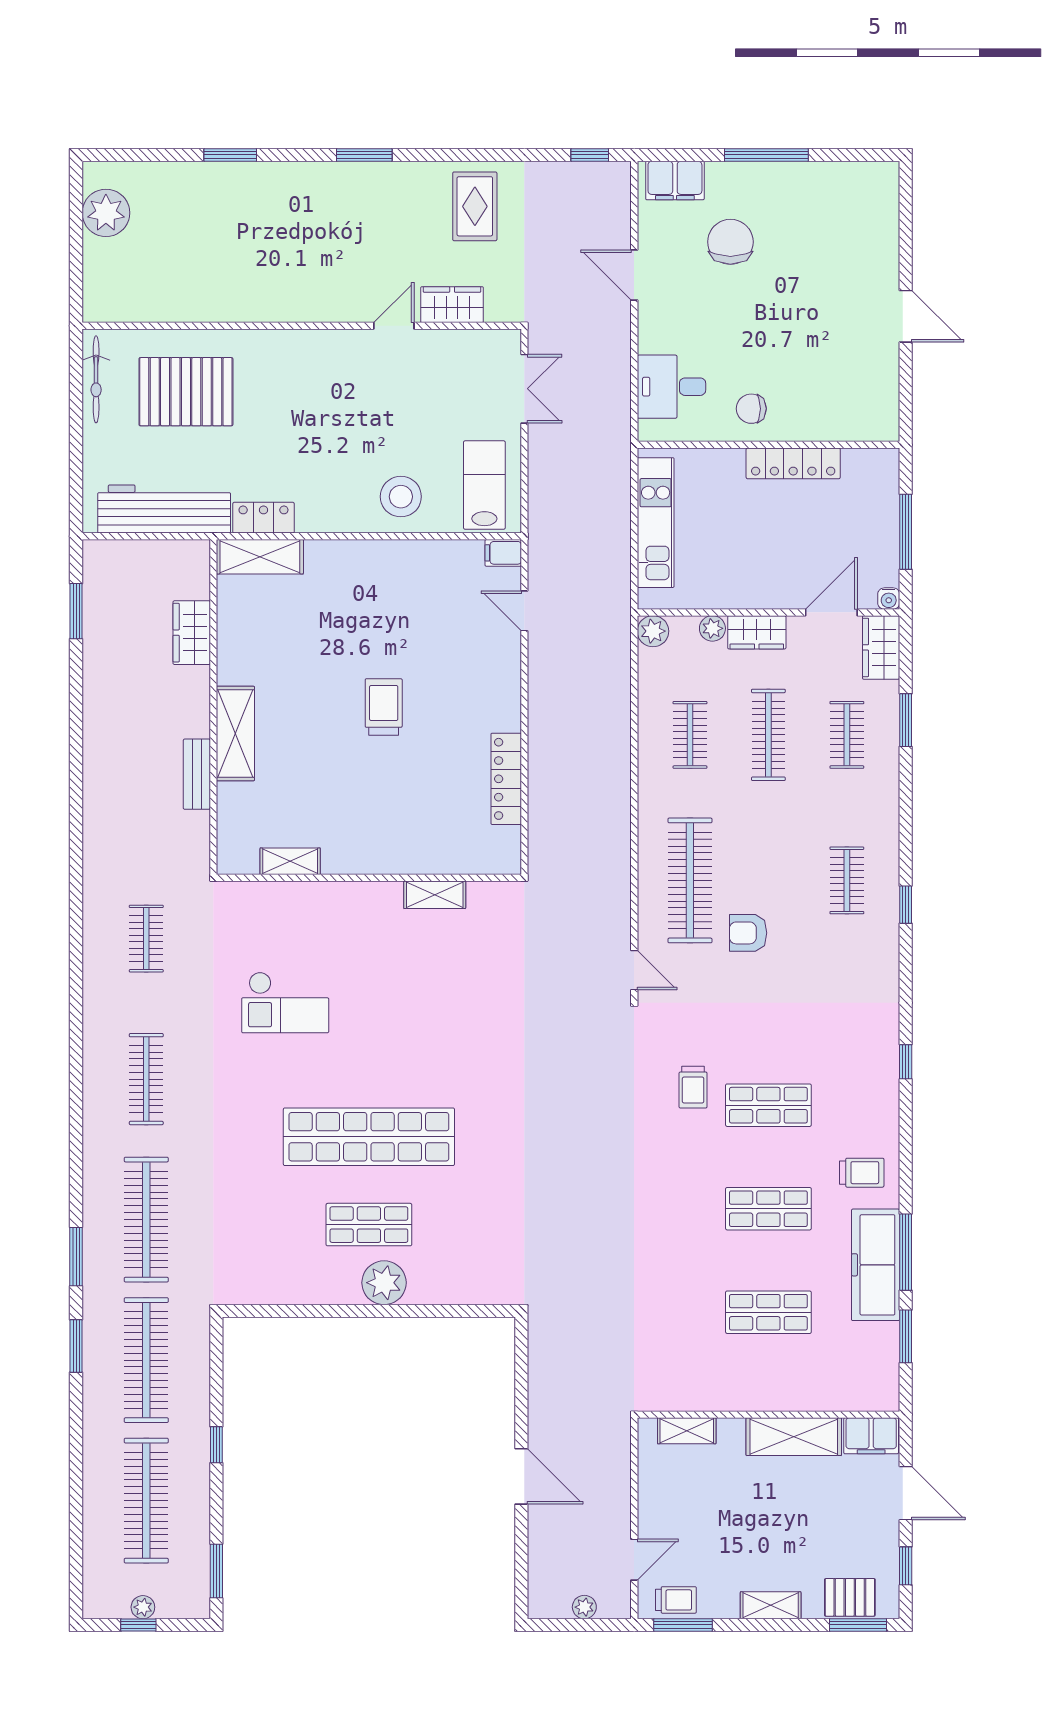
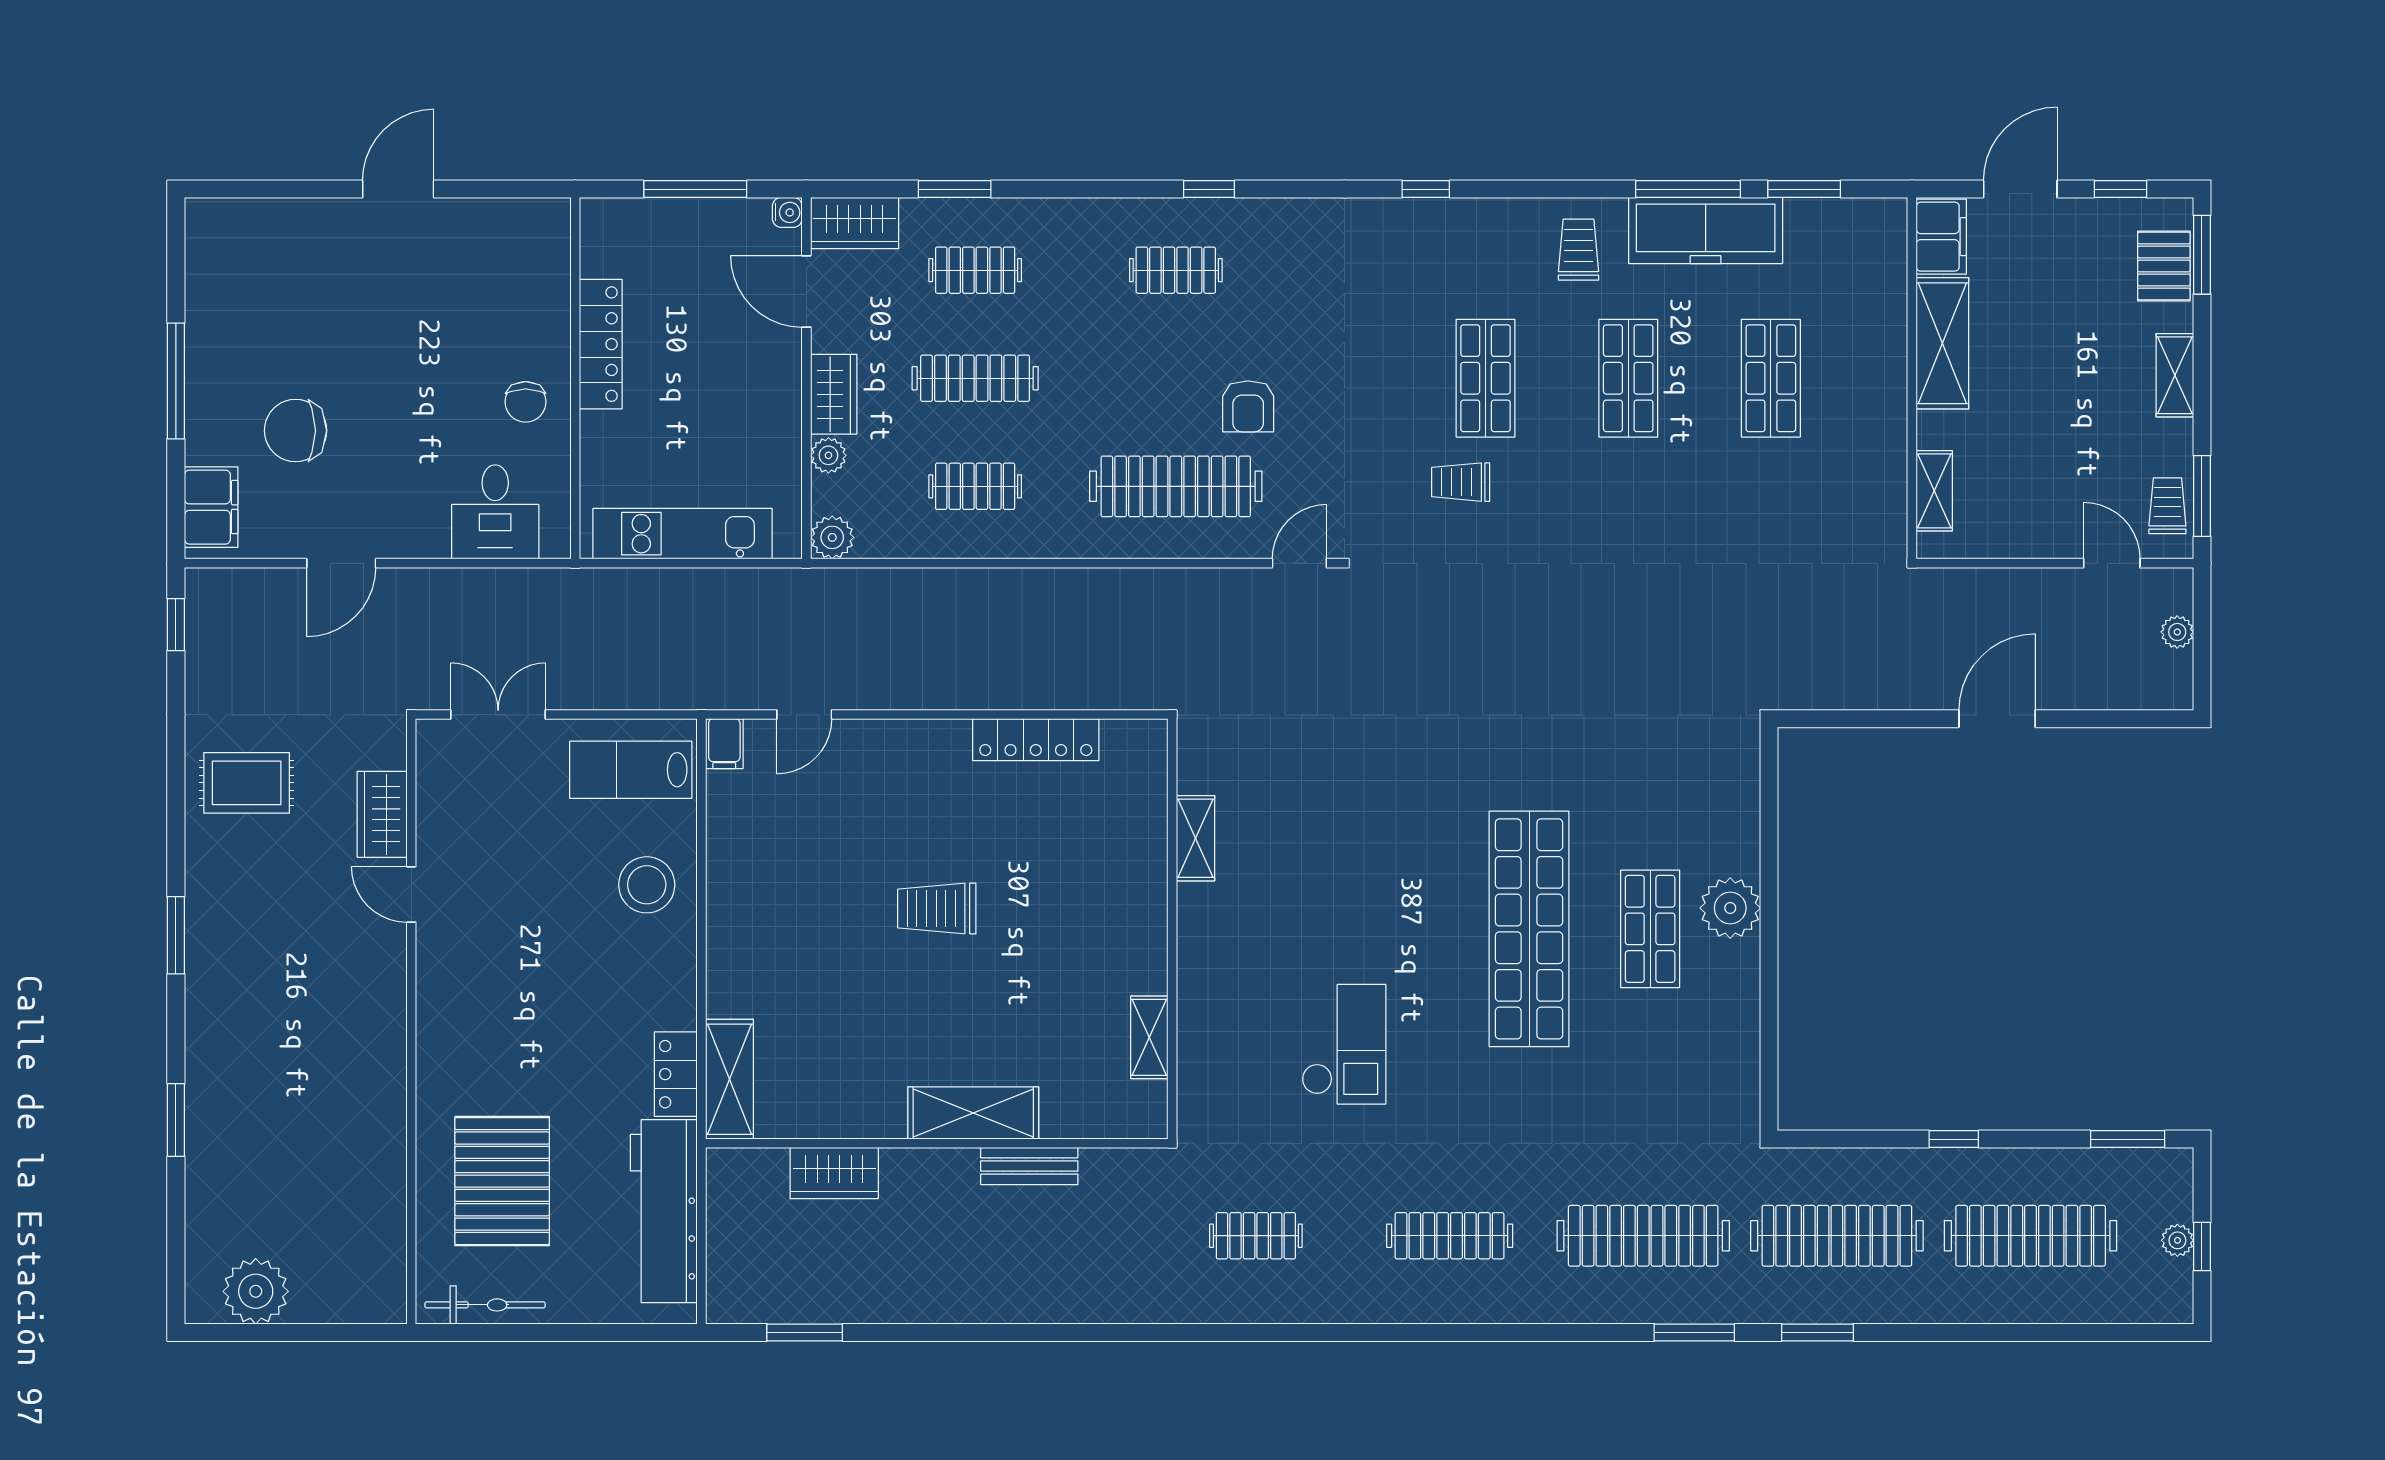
trolley: (693, 1087) -> (1461, 482), turned 180

